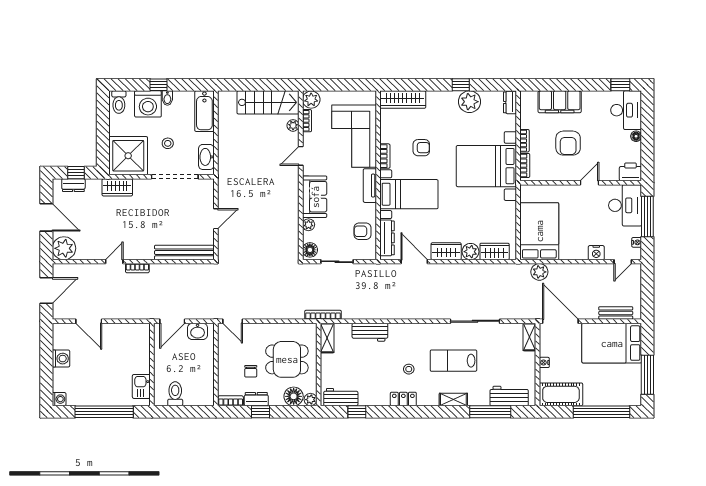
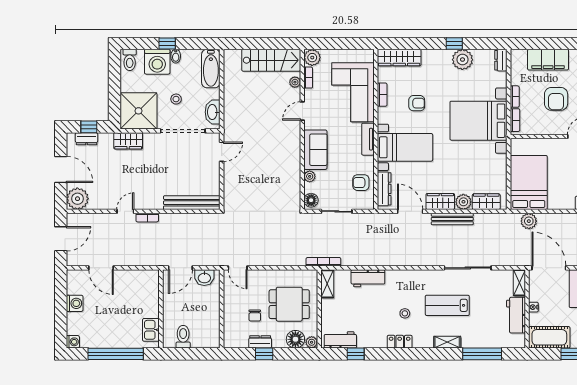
bookcase: (385, 156) -> (382, 95), moved
door: (216, 219) -> (222, 152), moved
bench: (459, 270) -> (452, 219), added
workbench: (509, 396) -> (516, 315), moved, turned -90
bookcase: (231, 401) -> (236, 343), removed

